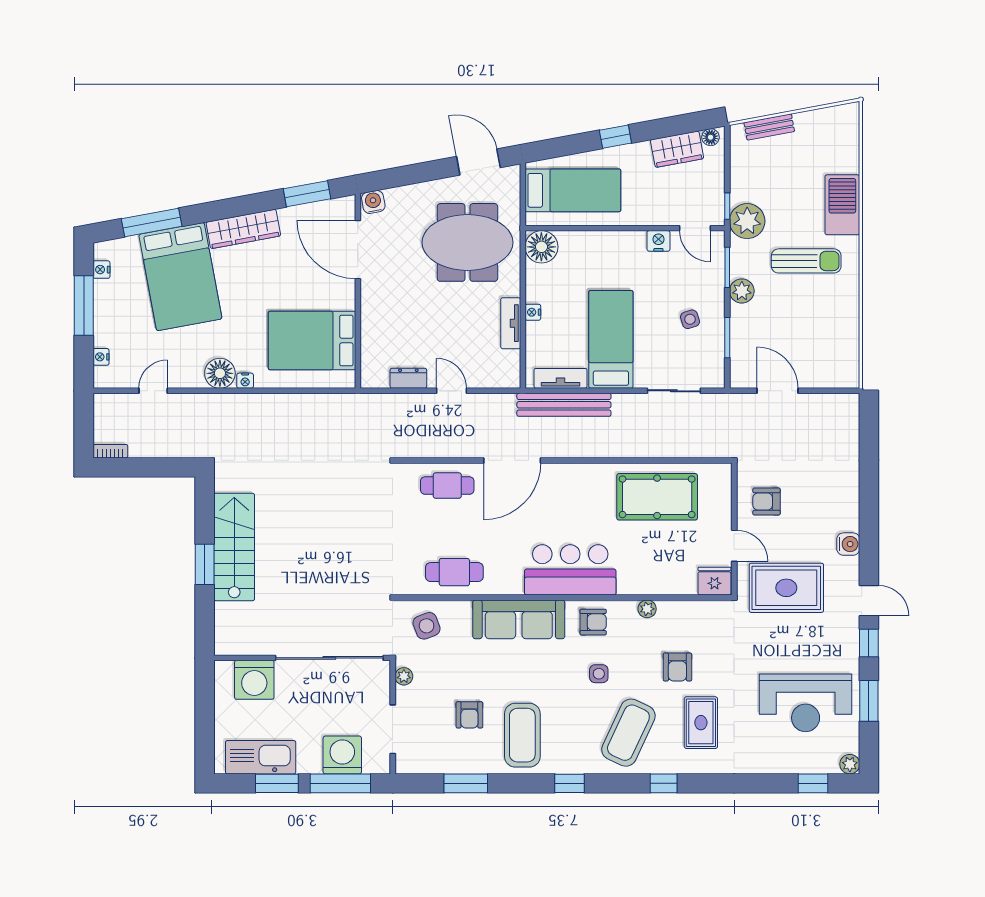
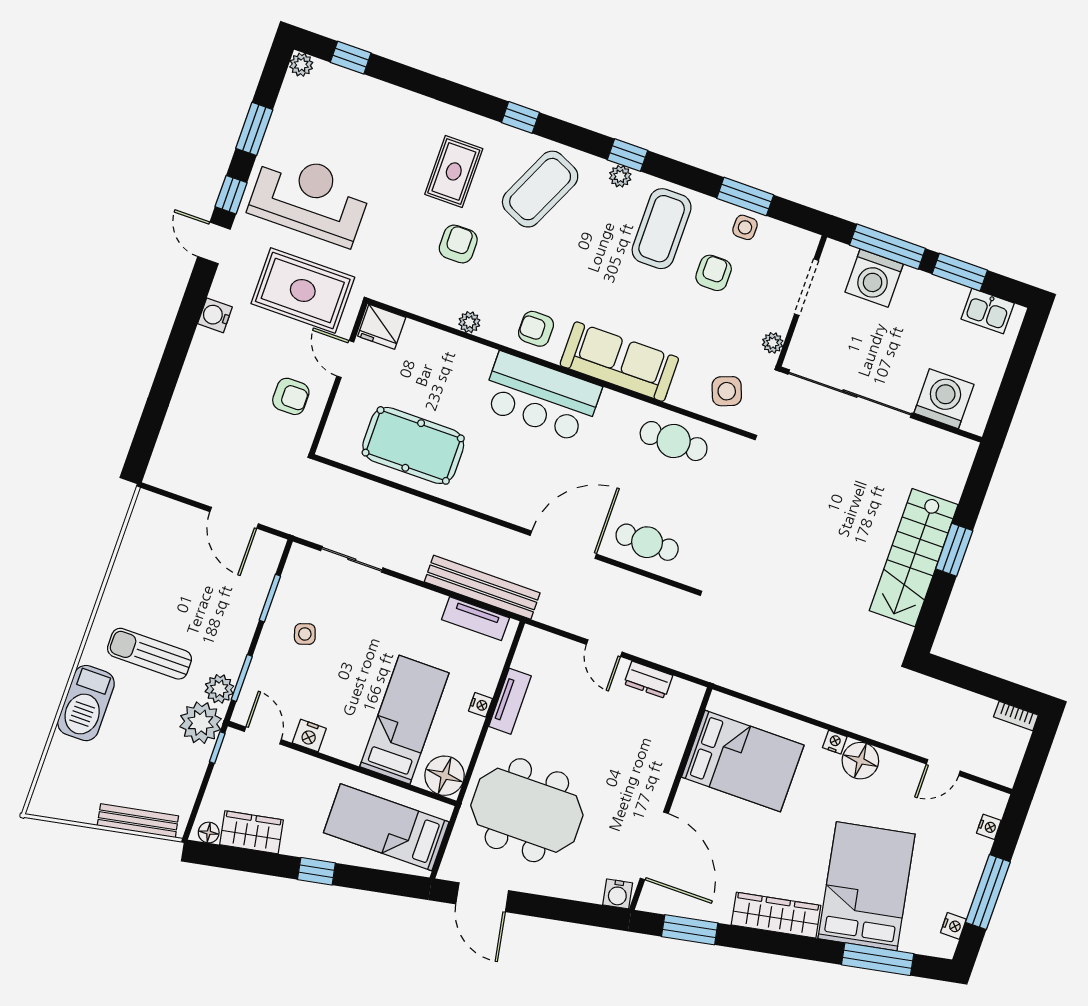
bench: (769, 127) -> (138, 821), width x1.36
plant: (742, 291) -> (219, 689), moved
bed: (611, 339) -> (404, 720), moved, turned 180
side table: (599, 674) -> (745, 227), moved
reception desk: (806, 703) -> (310, 198), moved
kitchen sink: (261, 757) -> (988, 311), width x0.53, depth x0.81
plant: (569, 765) -> (620, 176), added

